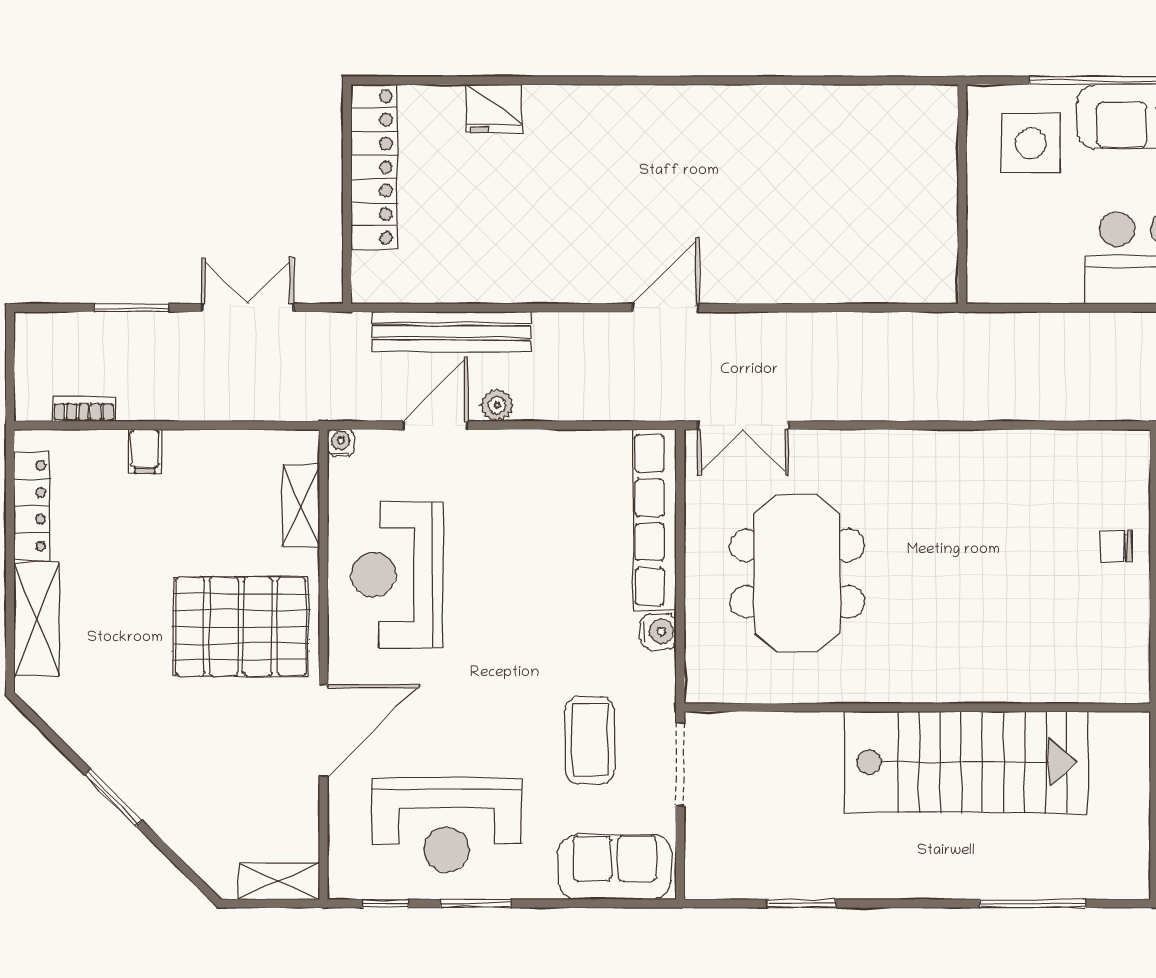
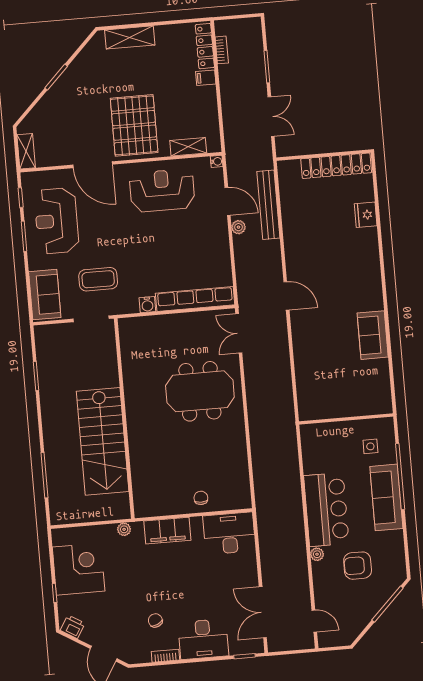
sofa: (773, 116) -> (373, 335), added
side table: (1031, 143) -> (370, 446), width x0.54, depth x0.54
locker: (32, 506) -> (205, 46), moved, turned 90
meeting table: (797, 574) -> (200, 391), moved

